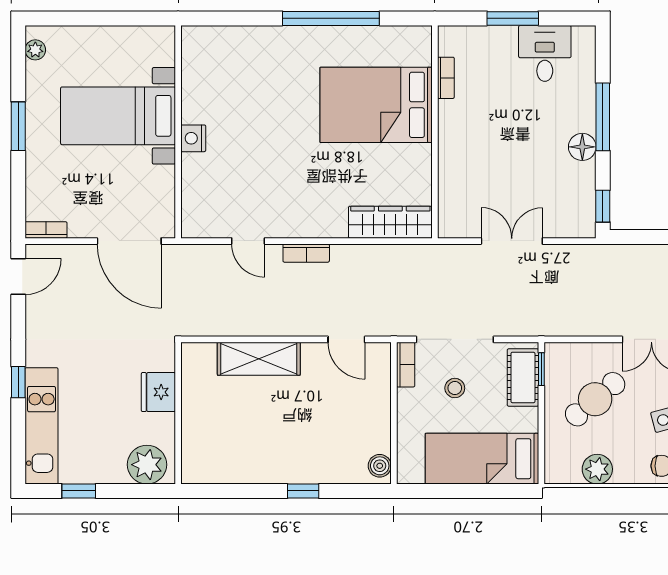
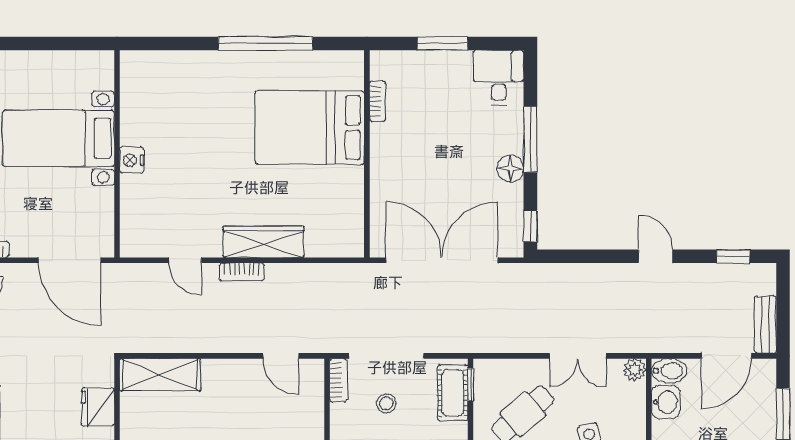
desk: (545, 53) -> (498, 77), moved
wardrobe: (390, 222) -> (263, 242), moved
double door: (512, 241) -> (442, 260), width x1.87
shelving: (259, 359) -> (160, 375), moved

